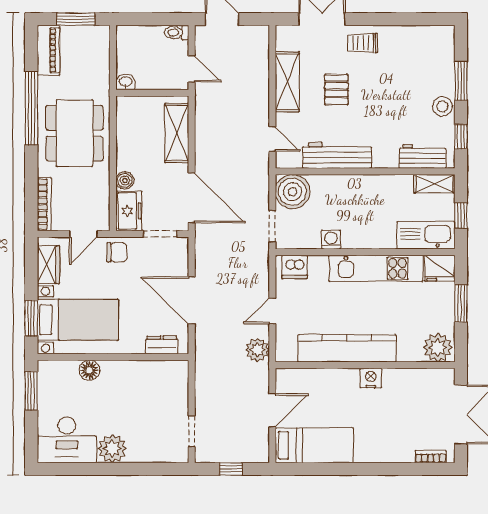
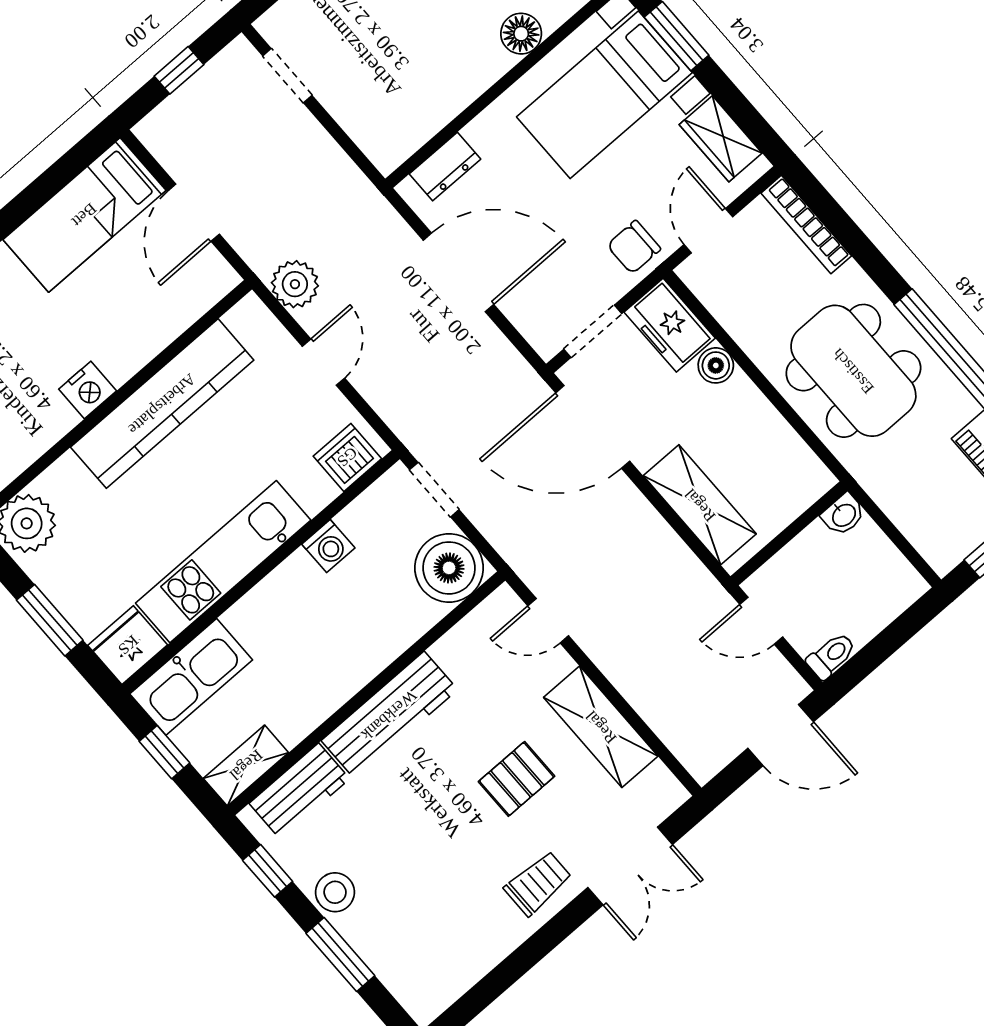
pallet: (336, 90) -> (517, 779), turned 90
workbench: (337, 156) -> (389, 715), moved

